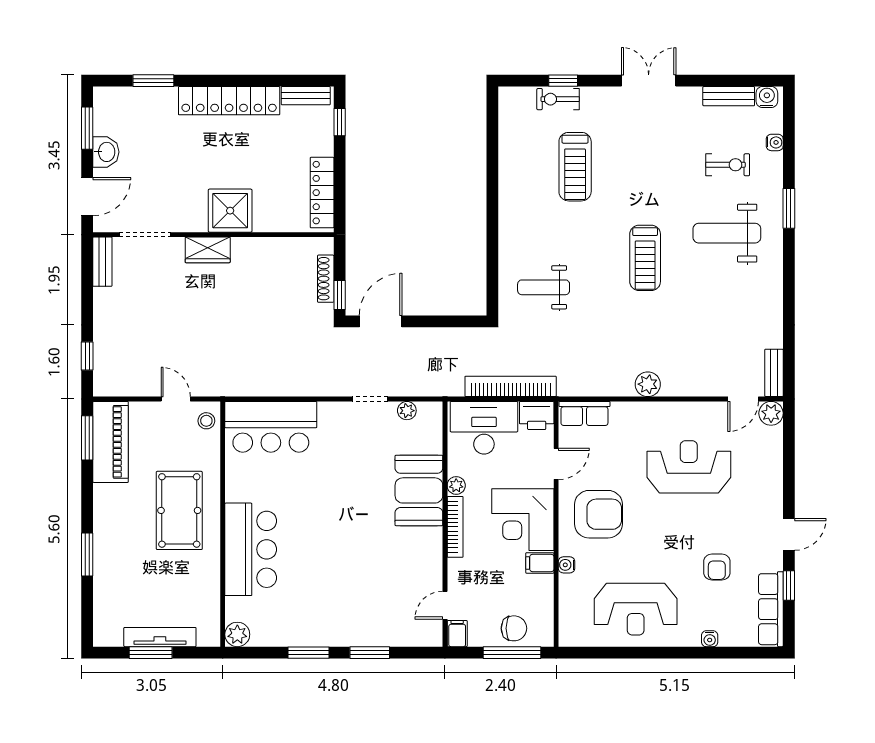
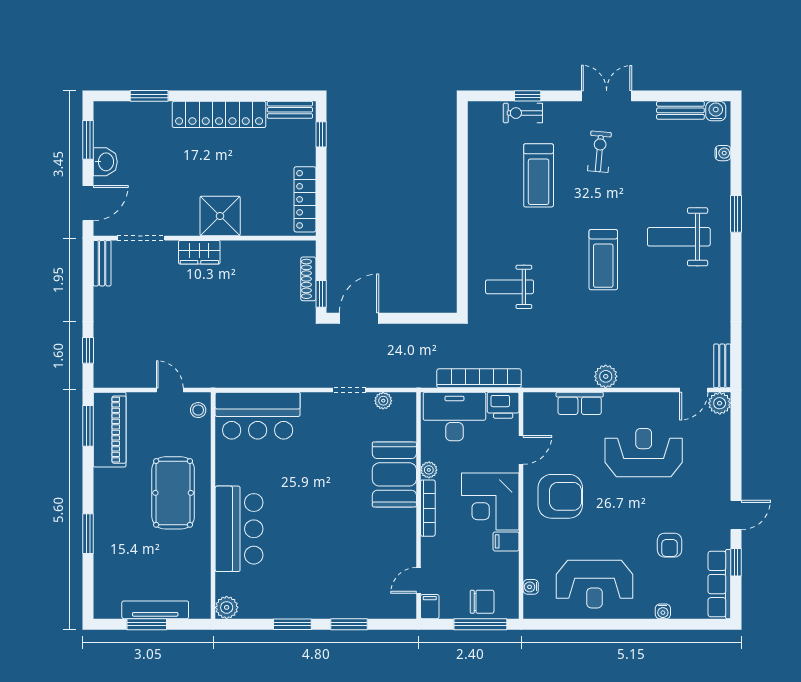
exercise bike: (728, 165) -> (599, 152), moved, turned -85
row of seats: (584, 413) -> (580, 403), moved
water cooler: (567, 565) -> (531, 587), moved

